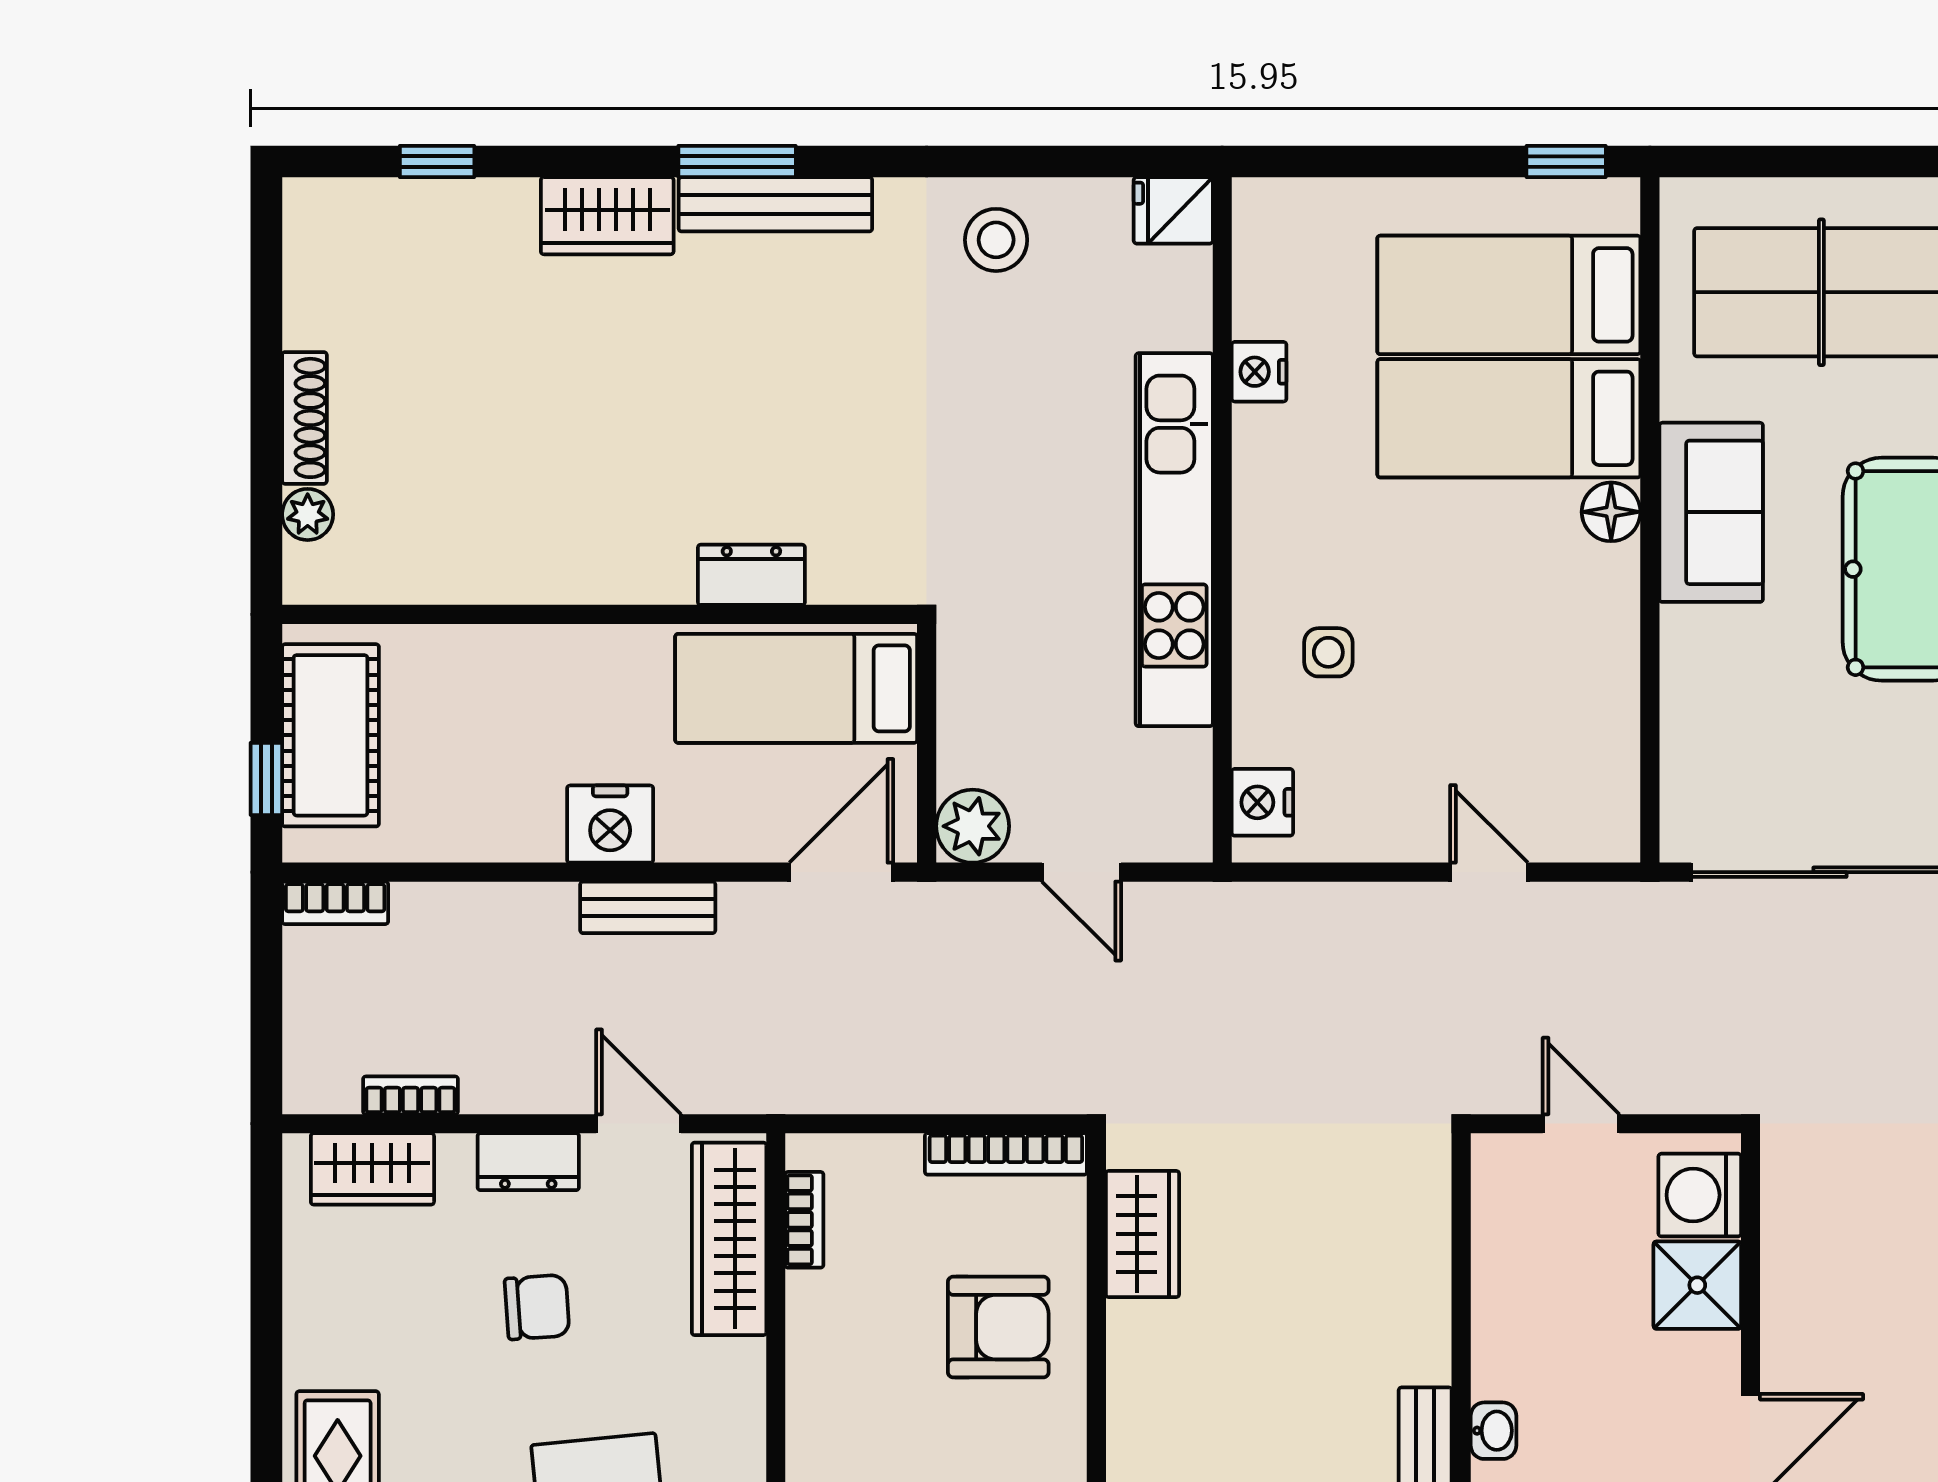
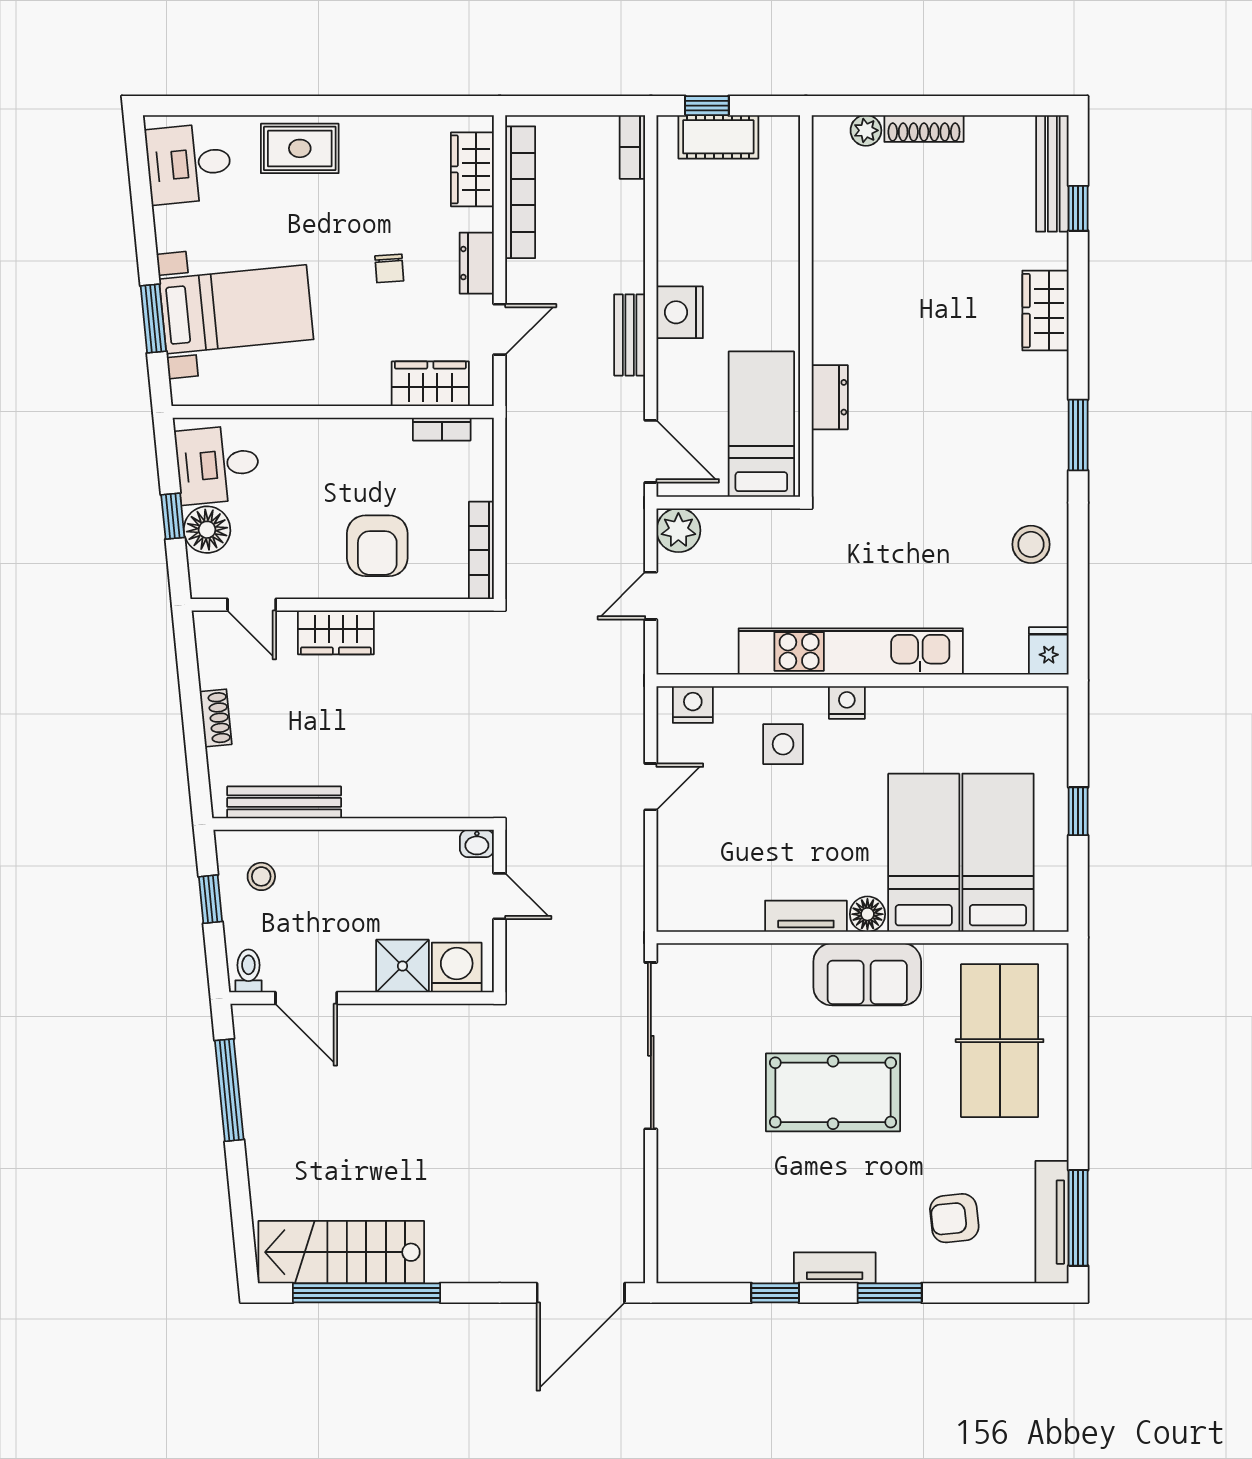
window: (737, 162) -> (1078, 435), moved
window: (1566, 162) -> (1078, 811), moved
bench: (775, 204) -> (1052, 173), moved
nightstand: (1259, 372) -> (847, 702), moved
tv unit: (1614, 614) -> (806, 916), added
side table: (1328, 652) -> (783, 744), width x1.37, depth x1.37
cot: (330, 735) -> (718, 137), width x0.73, depth x0.75
door: (1489, 872) -> (651, 787), moved
bookcase: (411, 1095) -> (520, 192), width x2.31, depth x1.31
door: (1581, 1124) -> (500, 896), hinge flipped
wardrobe: (1142, 1234) -> (336, 632), moved
wardrobe: (729, 1239) -> (430, 384), width x0.67
chair: (537, 1307) -> (389, 268), width x0.73, depth x0.73
washbasin: (1493, 1431) -> (477, 843), moved

